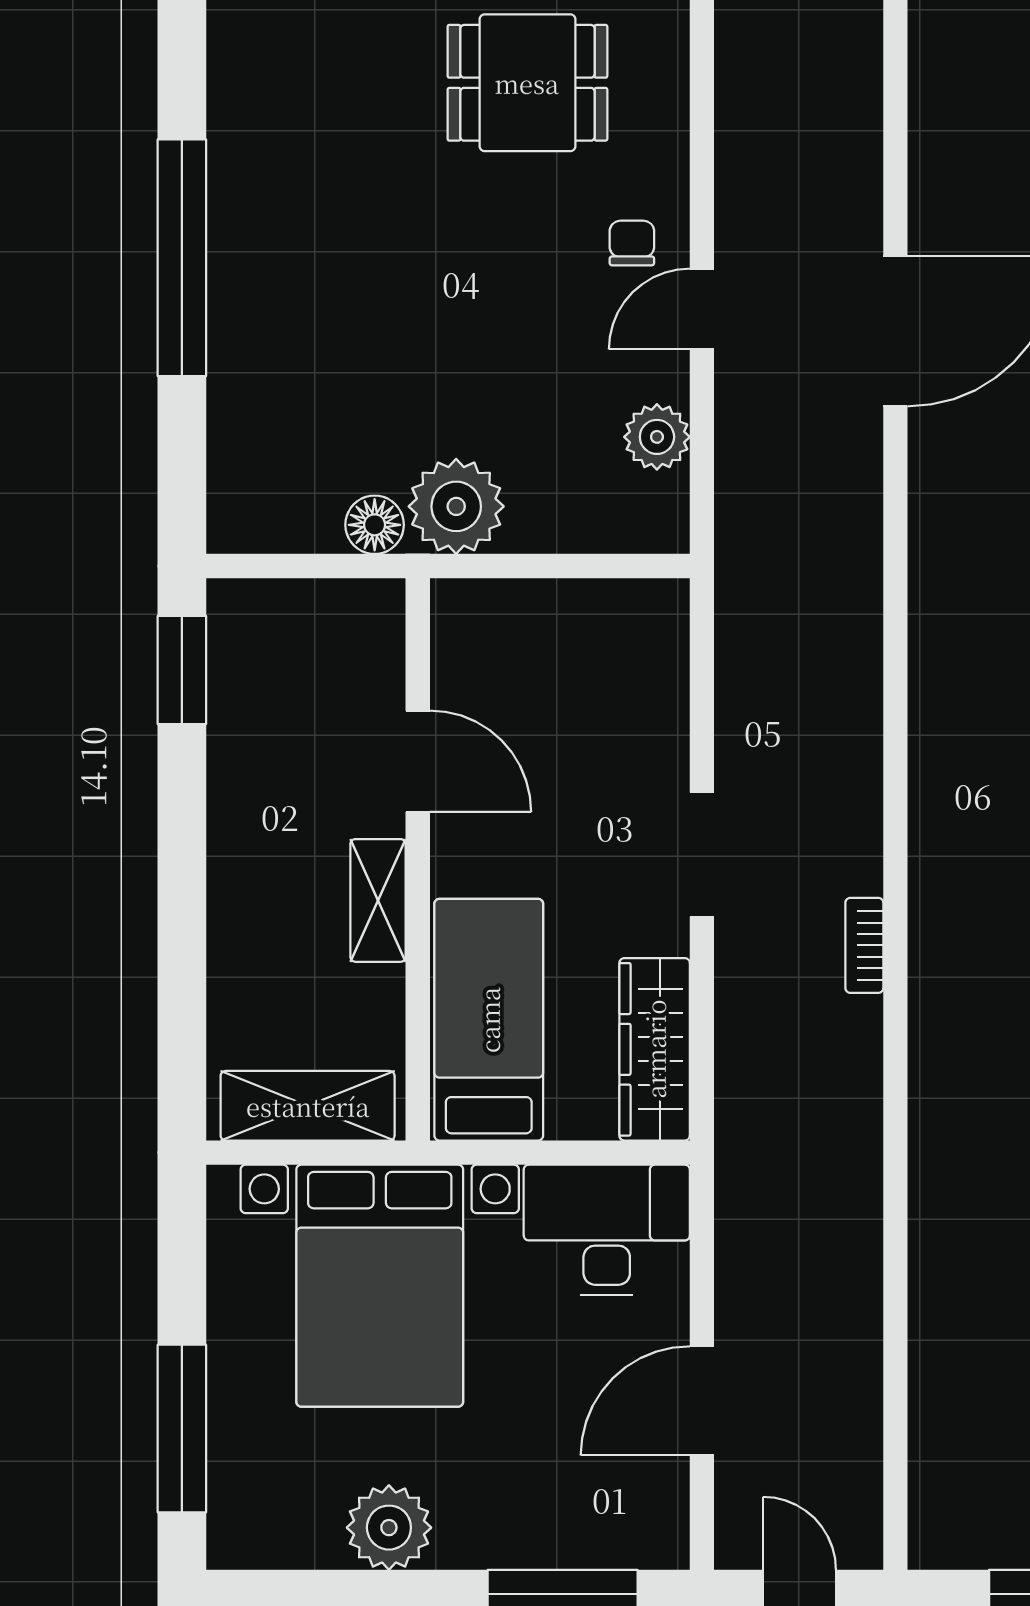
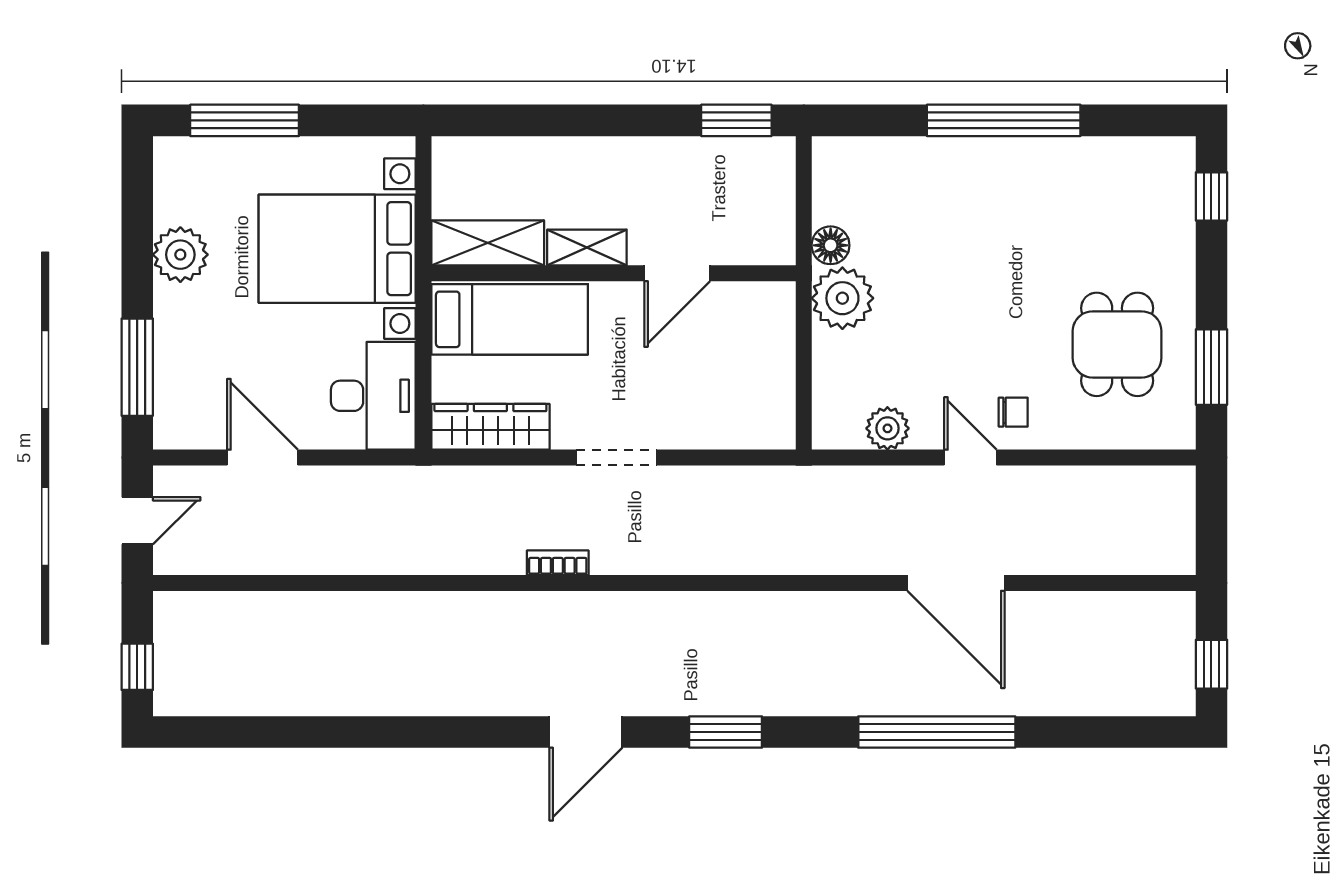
shelving: (308, 1106) -> (488, 243), moved, turned 90

